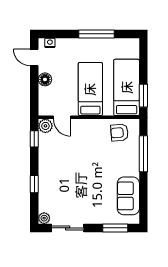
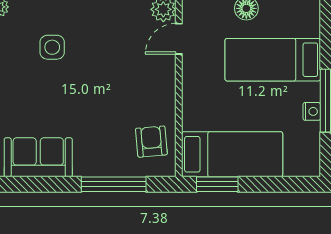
nightstand: (50, 43) -> (312, 111), moved
bed: (90, 89) -> (273, 60), moved, turned 180
side table: (67, 188) -> (52, 47), added

